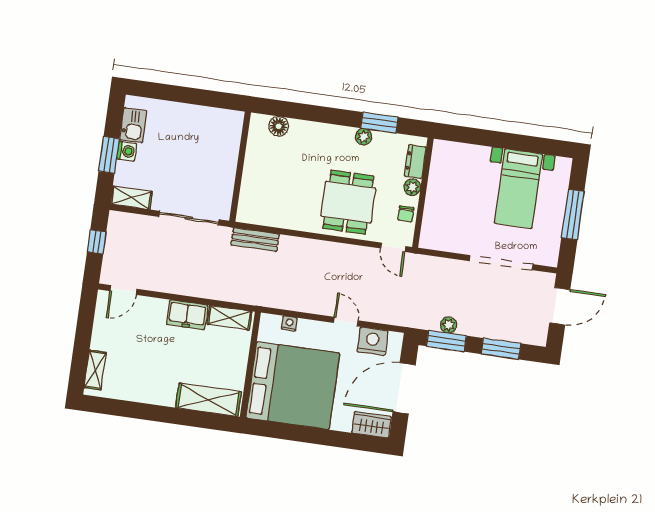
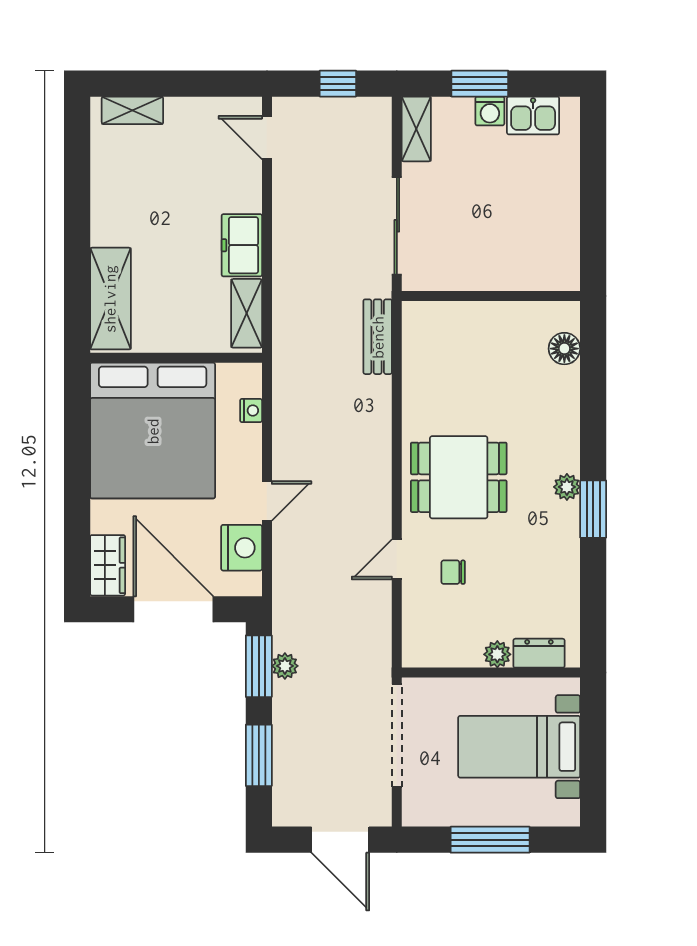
dresser: (415, 162) -> (539, 653), moved
plant: (412, 187) -> (497, 654), moved
wall: (423, 193) -> (491, 673), moved

